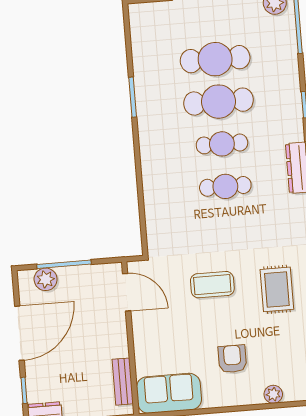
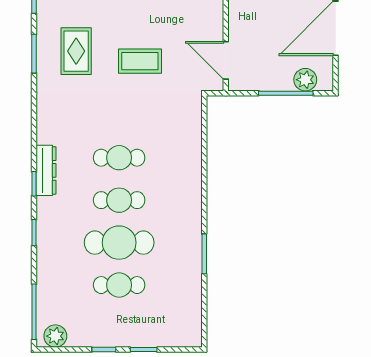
cafe table: (215, 59) -> (119, 285), width x0.73, depth x0.74

